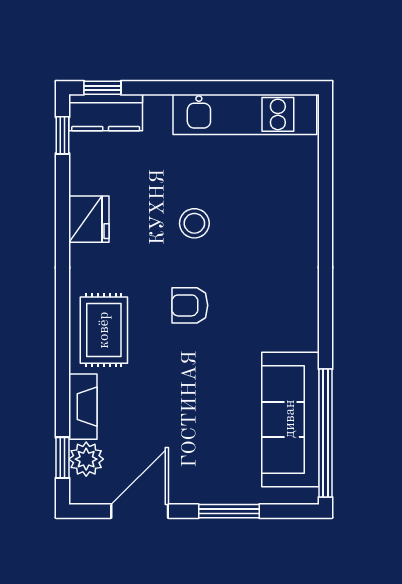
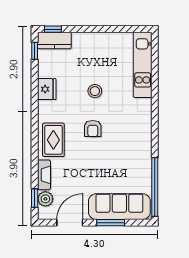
kitchen unit: (245, 114) -> (143, 65), moved, turned 90
armchair: (190, 305) -> (93, 129), turned -90
sofa: (290, 419) -> (119, 207), moved, turned 90

